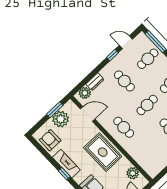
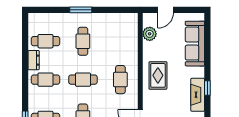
rug: (103, 152) -> (158, 75), width x0.73, depth x0.70

